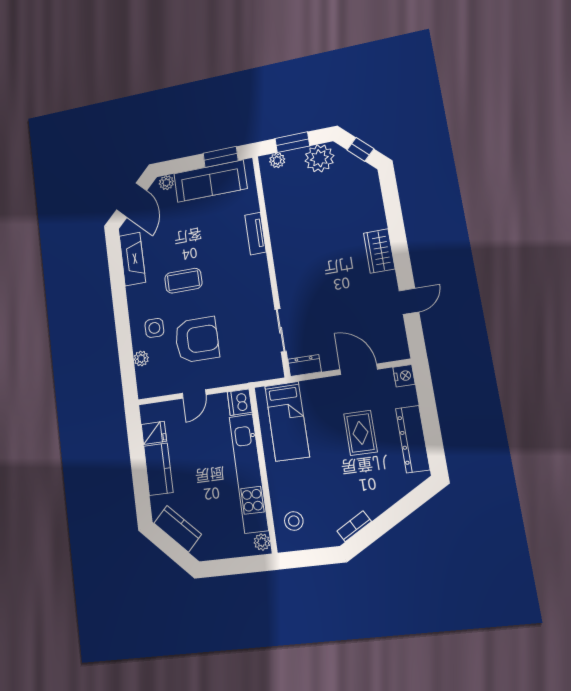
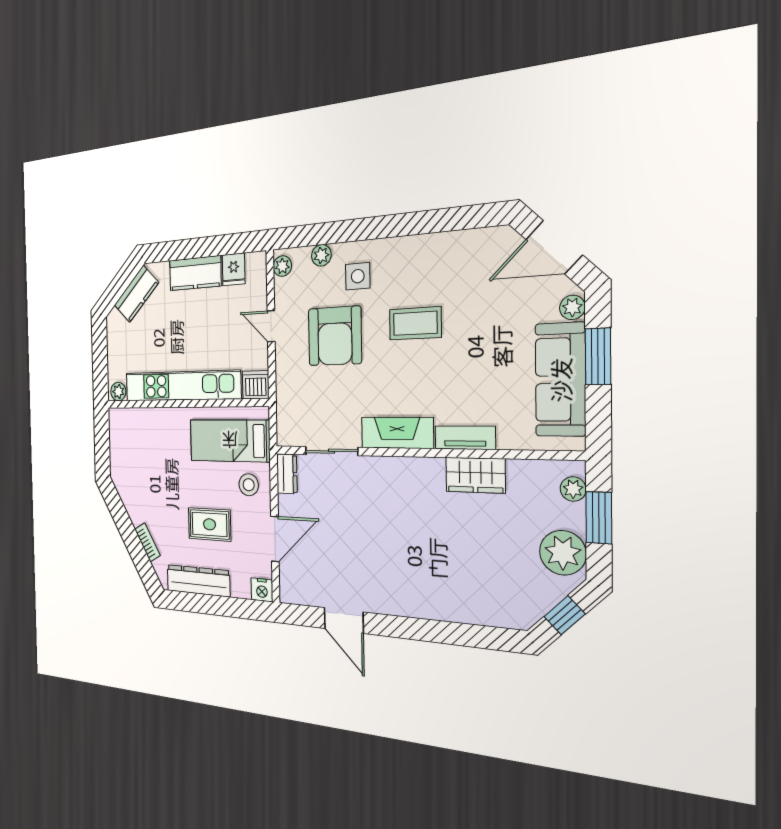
window: (221, 157) -> (598, 356), moved
wardrobe: (379, 251) -> (475, 475), moved, turned 180
fireplace: (132, 259) -> (397, 433), moved, turned 180
coffee table: (183, 281) -> (415, 323), turned 90
door: (409, 301) -> (344, 620), width x1.38
plant: (150, 390) -> (282, 266), added
stool: (294, 521) -> (249, 485), moved
bookcase: (354, 526) -> (147, 542), moved

